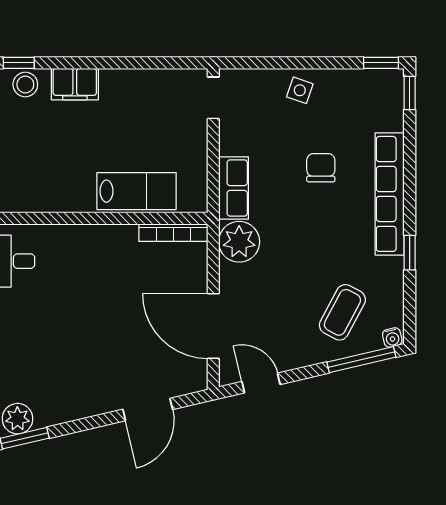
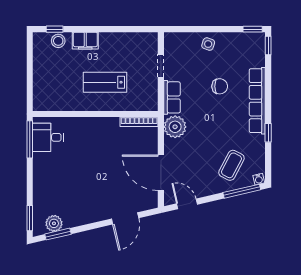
doorway: (213, 98) -> (161, 66), moved
chair: (321, 168) -> (220, 86), turned 90
lab bench: (137, 191) -> (105, 82), moved, turned 180

